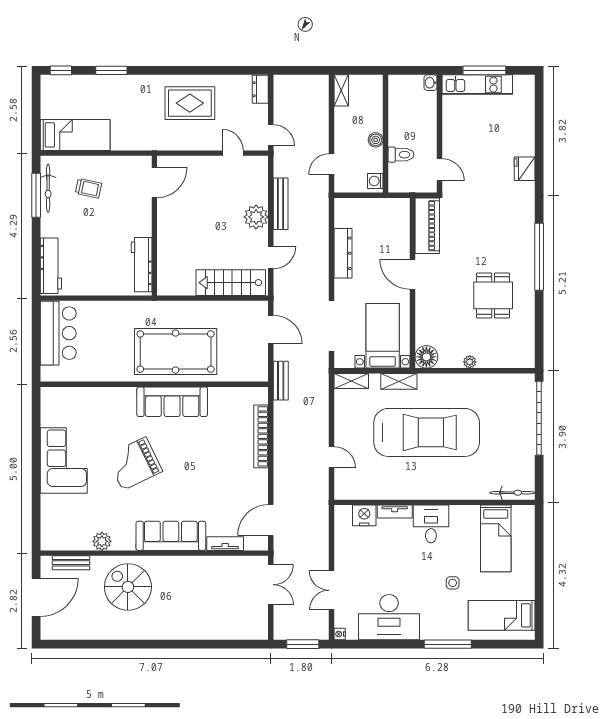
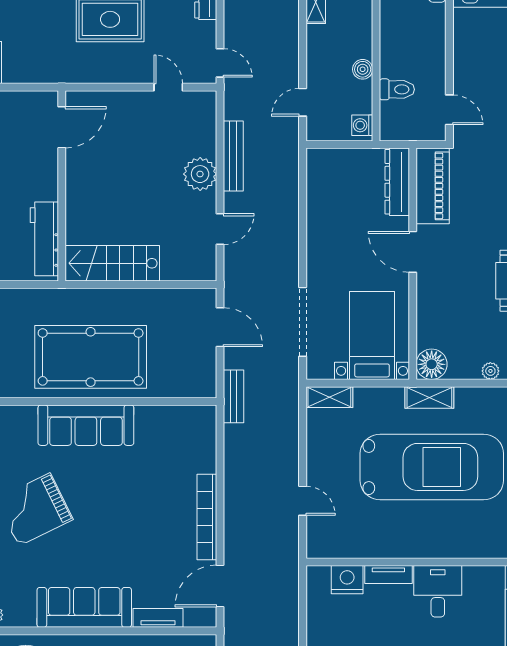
dresser: (343, 253) -> (397, 182), moved, turned 180
stairs: (231, 283) -> (112, 263), moved
shelving: (399, 381) -> (429, 398), moved
bookcase: (261, 436) -> (207, 517), moved

